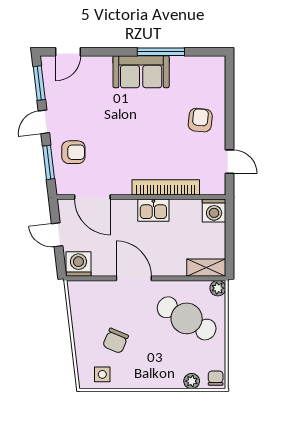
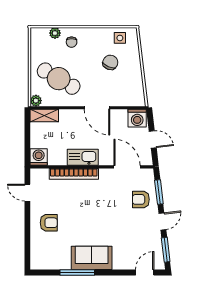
armchair: (200, 120) -> (49, 223), turned -96
kitchen sink: (153, 210) -> (83, 157), width x1.38
chair: (216, 378) -> (72, 42), moved

